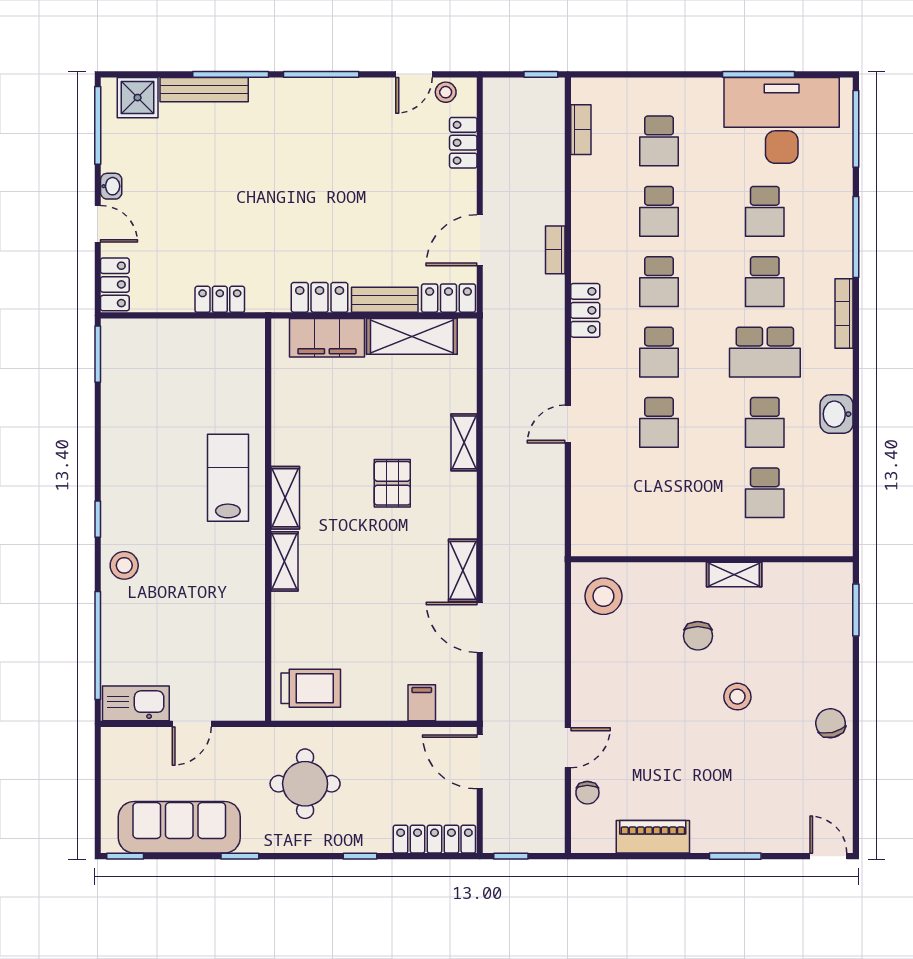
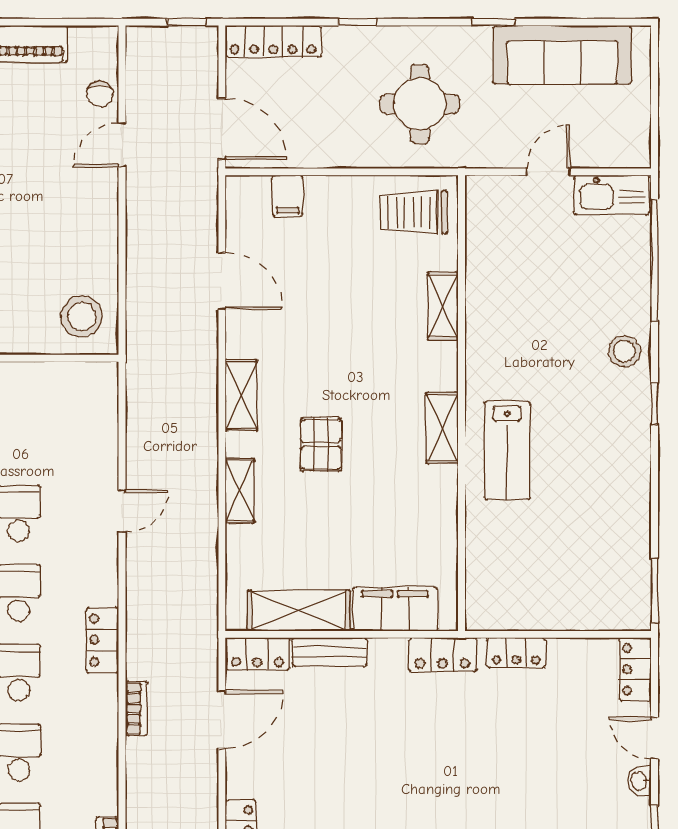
locker: (320, 297) -> (442, 655), moved
shelving: (285, 561) -> (443, 306), moved
shelving: (463, 570) -> (241, 395), moved
chair: (587, 793) -> (100, 94), turned 180
window: (125, 856) -> (624, 22), removed

